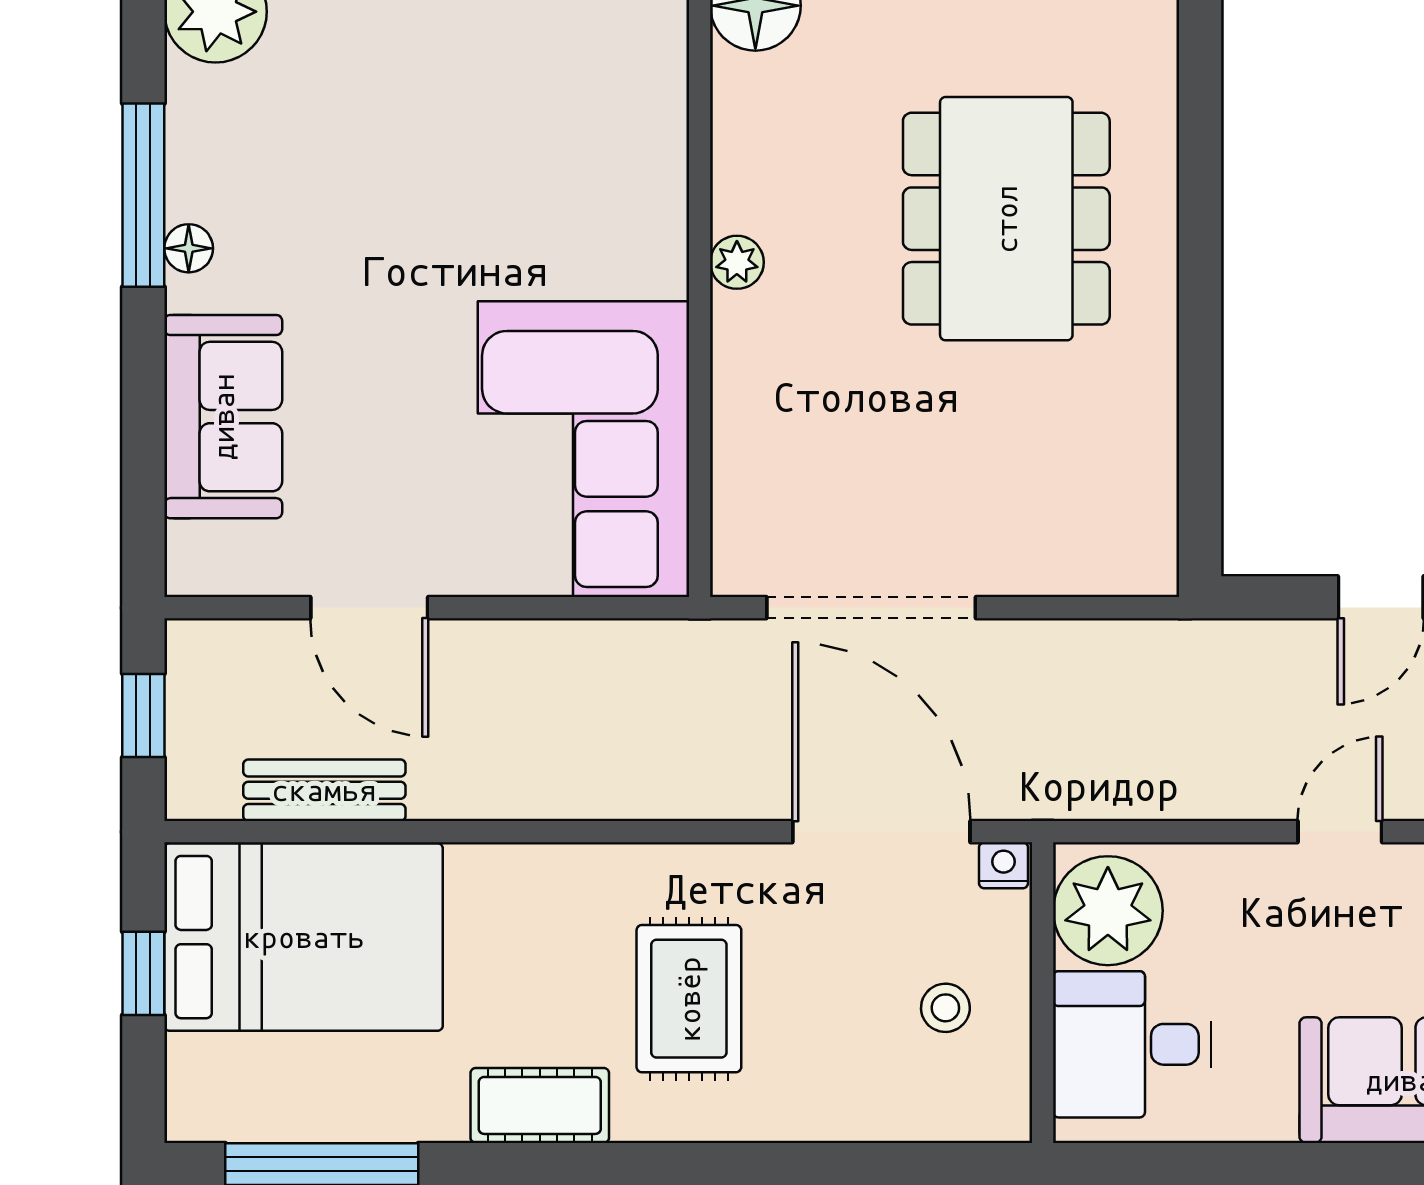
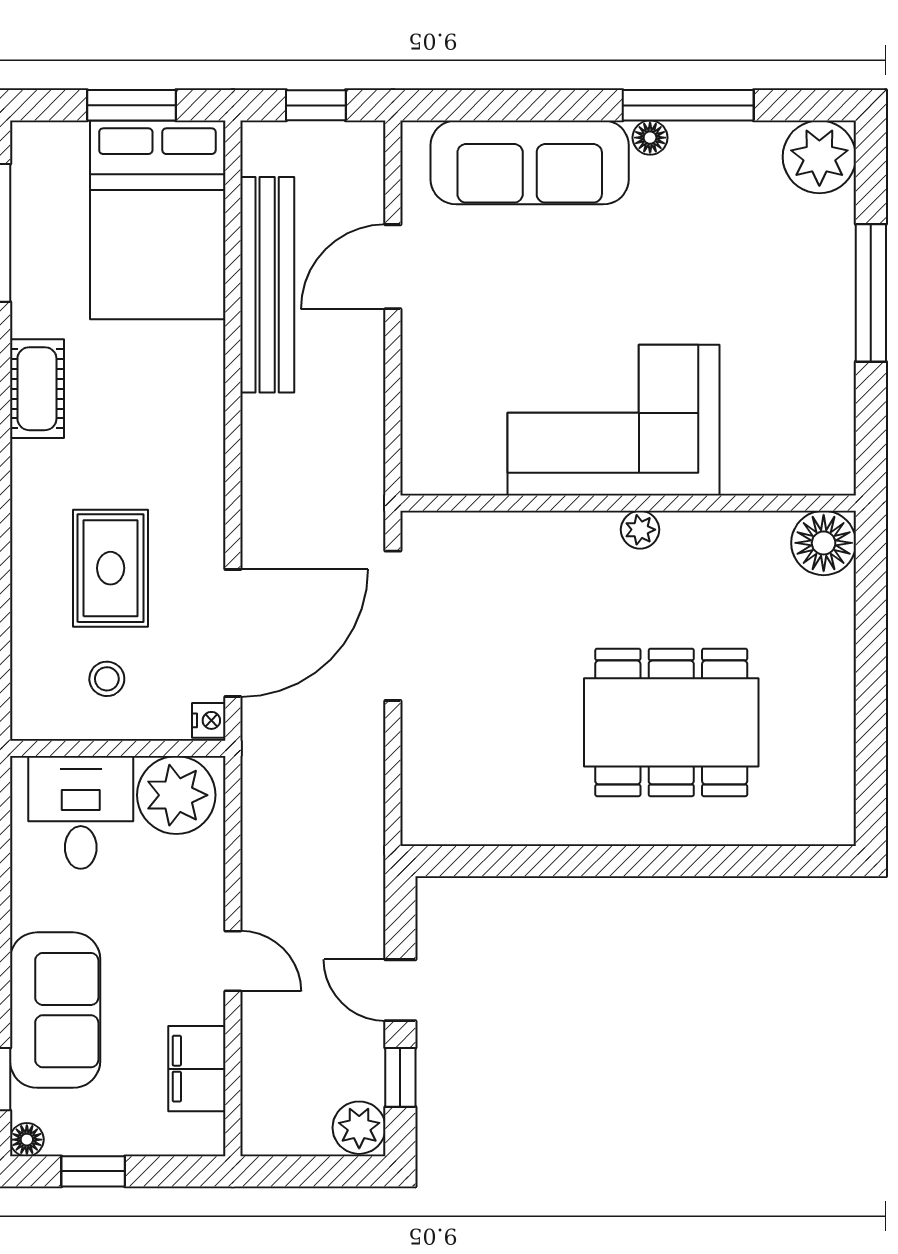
sofa: (223, 417) -> (530, 162), width x1.36
corner sofa: (584, 449) -> (613, 420), moved
bench: (324, 790) -> (267, 285), width x1.86, depth x1.21
window: (143, 973) -> (131, 105), width x1.50
rug: (689, 999) -> (111, 568), moved, turned 90

